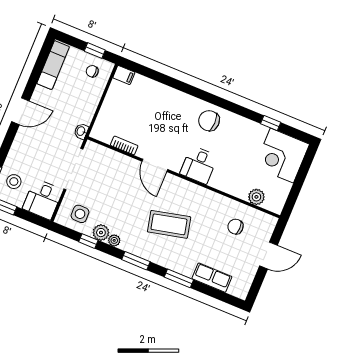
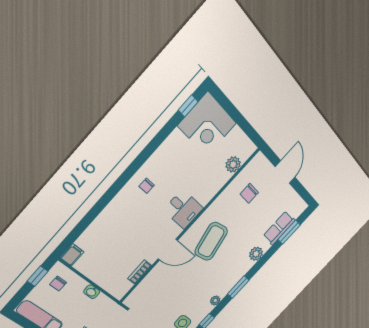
chair: (209, 121) -> (147, 186), width x0.54, depth x0.54
window: (271, 123) -> (188, 106), moved
washbasin: (81, 131) -> (92, 292), moved
coffee table: (169, 224) -> (211, 241), moved
plant: (101, 233) -> (256, 254), moved
window: (179, 278) -> (289, 232), moved

